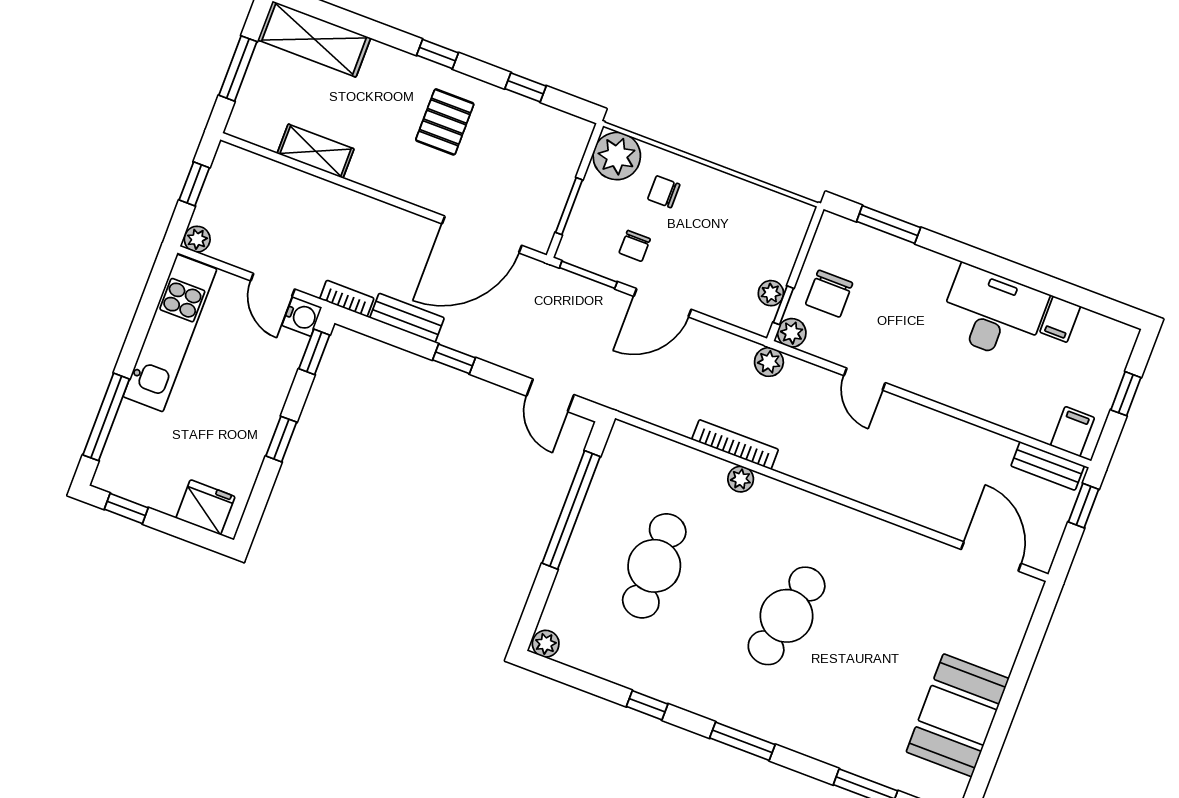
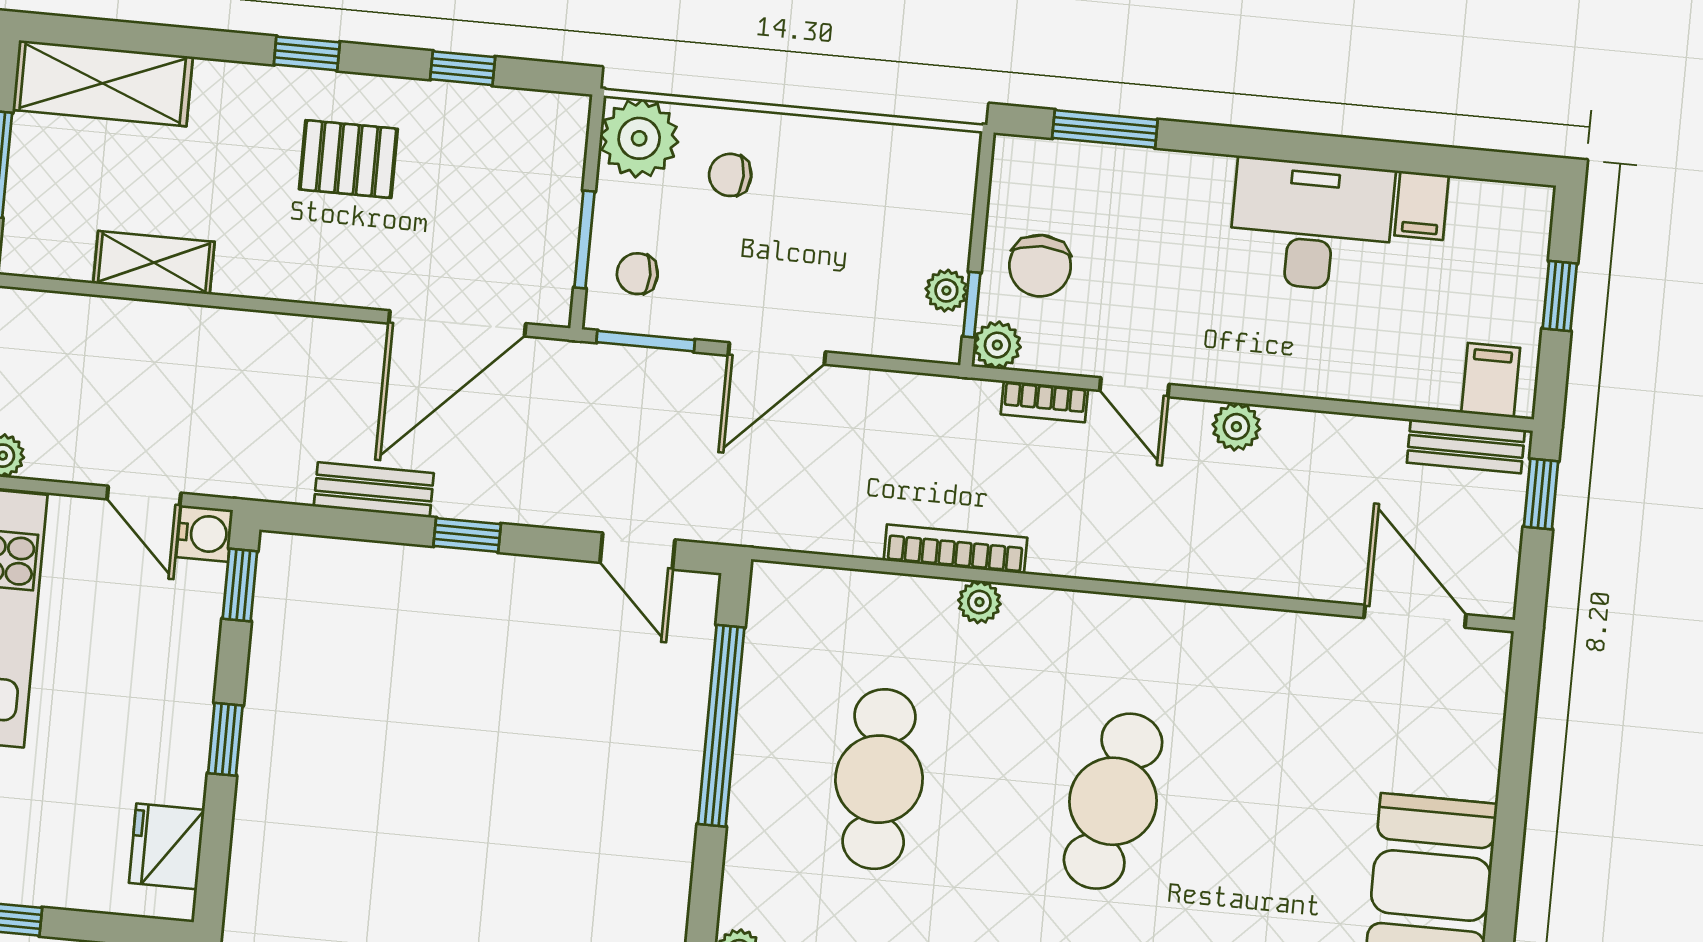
pallet: (445, 122) -> (348, 159), turned 90
chair: (635, 246) -> (637, 274), moved, turned 90
bookcase: (347, 299) -> (1044, 401), moved, turned 180
plant: (769, 362) -> (1236, 427), moved
fridge: (205, 507) -> (167, 846), moved, turned -90

